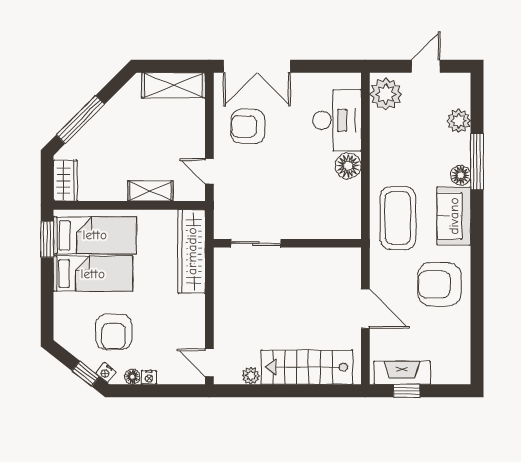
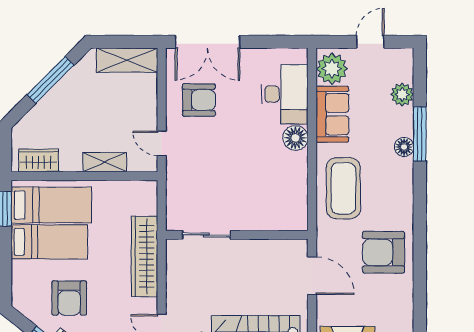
window: (80, 119) -> (51, 80), moved
armchair: (248, 126) -> (199, 100), turned 180
wardrobe: (65, 180) -> (39, 160), moved, turned -90
sofa: (454, 216) -> (332, 114), moved, turned 180
sliding door: (256, 243) -> (206, 235), moved
wall: (287, 243) -> (237, 235), moved
wardrobe: (192, 251) -> (144, 256), moved

